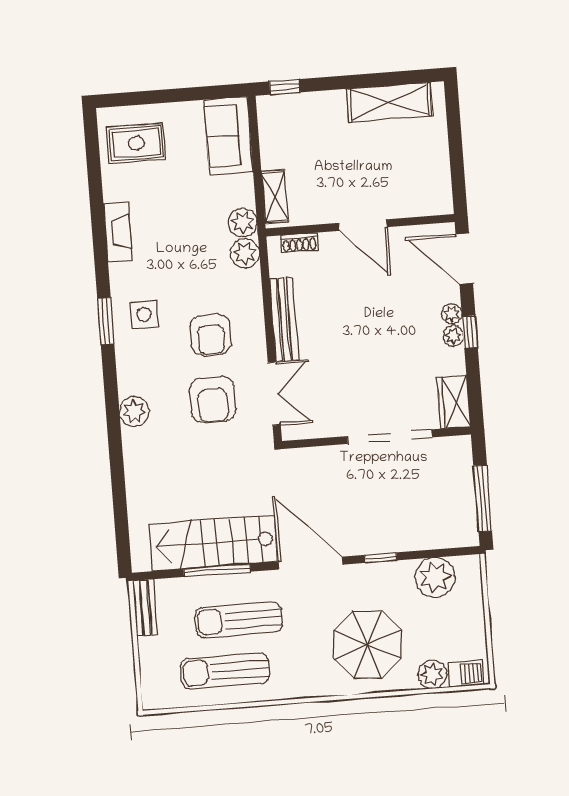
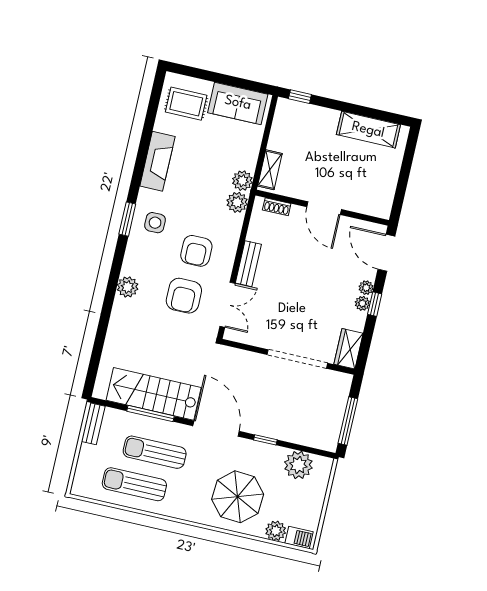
sofa: (228, 136) -> (238, 103), moved, turned -90
fireplace: (118, 232) -> (157, 161), width x1.37, depth x1.32
bench: (284, 319) -> (248, 264), width x0.73

